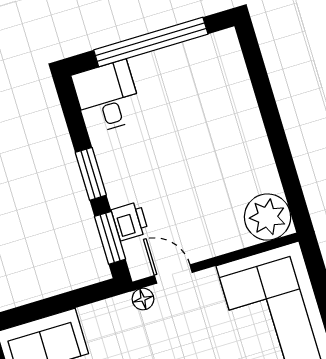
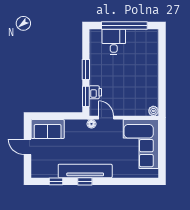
desk: (107, 97) -> (114, 42), moved
plant: (268, 217) -> (153, 111), width x0.53, depth x0.53

